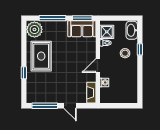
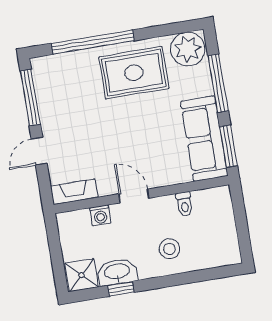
sofa: (82, 29) -> (204, 139), width x1.36
washbasin: (132, 30) -> (117, 272), moved
shower: (107, 32) -> (82, 275), moved
window: (140, 49) -> (121, 289), moved
window: (24, 73) -> (93, 42), width x3.17

